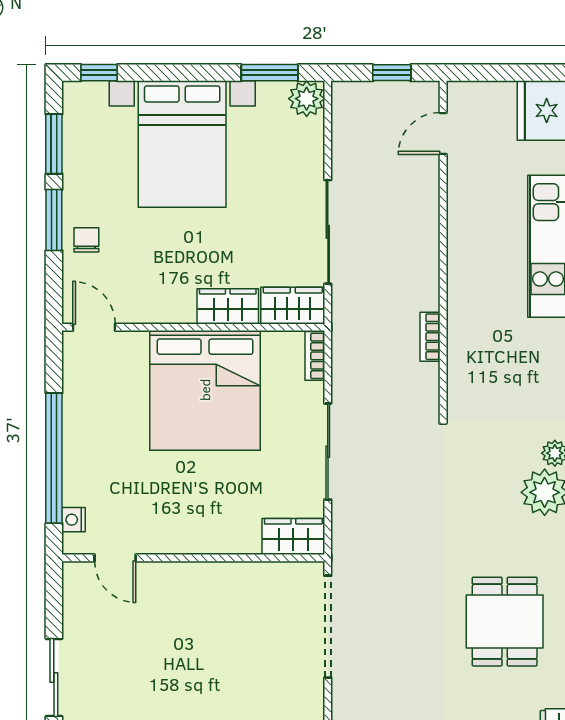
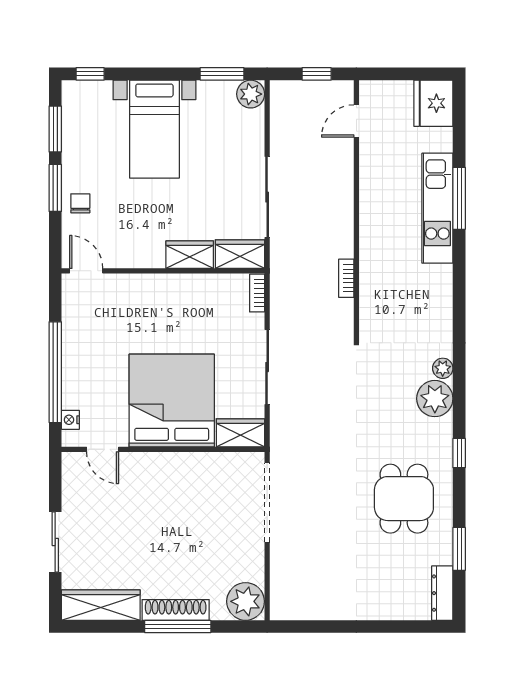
bed with nightstands: (182, 144) -> (154, 129), width x0.73
bed: (205, 390) -> (172, 400), moved, turned 180

